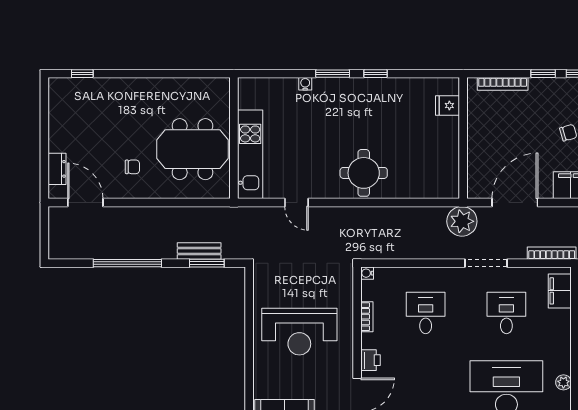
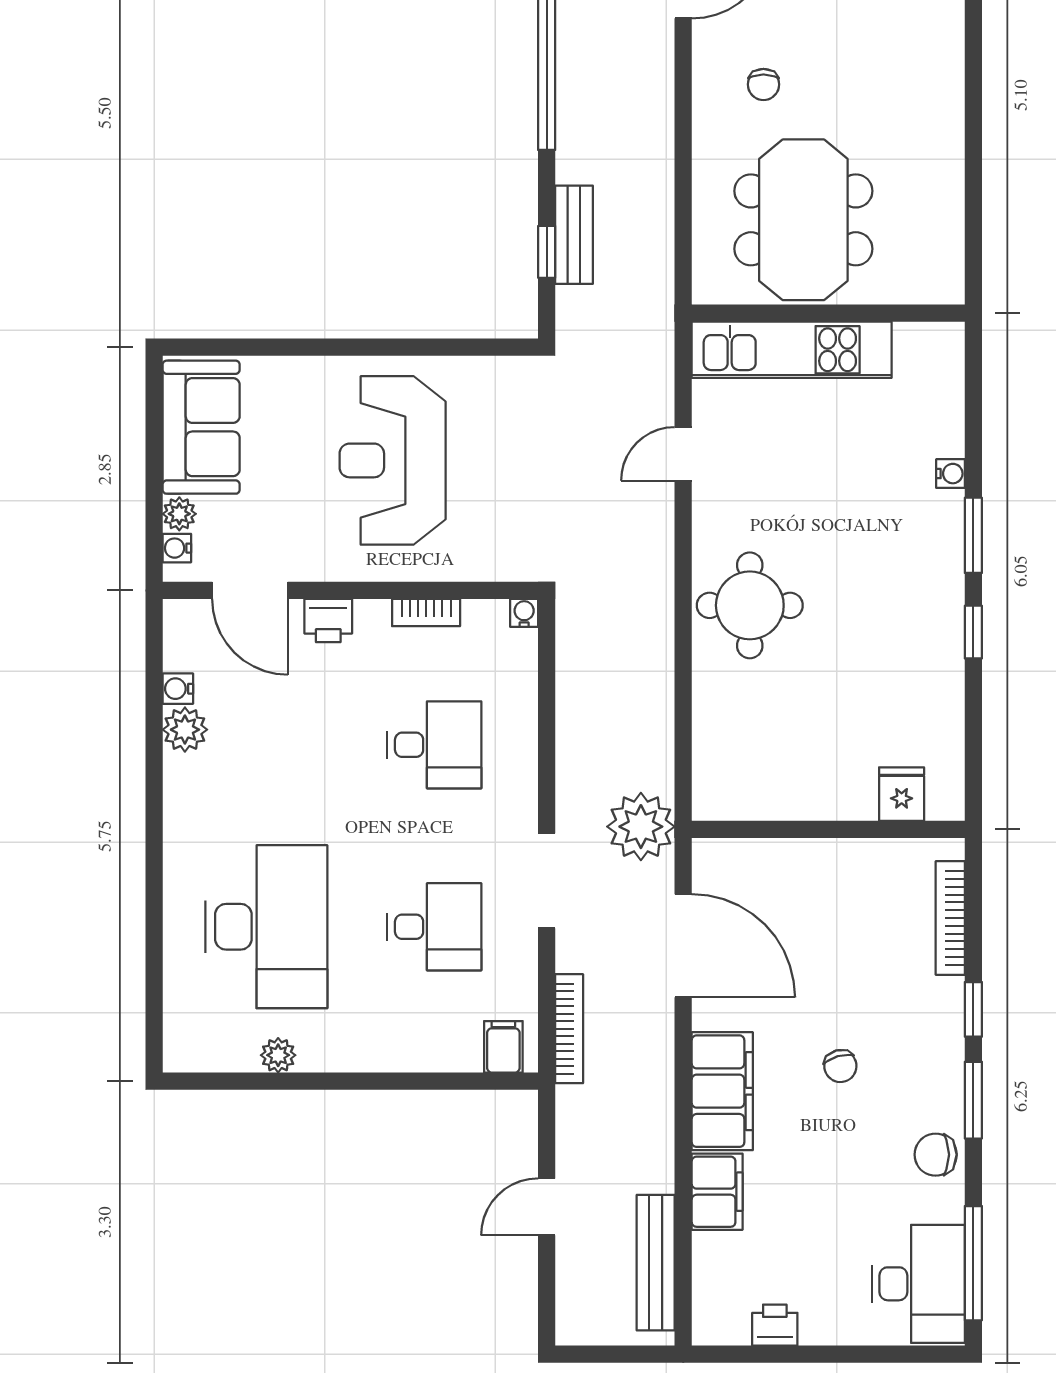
window: (207, 263) -> (547, 252), width x0.67
filing cabinet: (560, 291) -> (503, 1047), width x0.50

